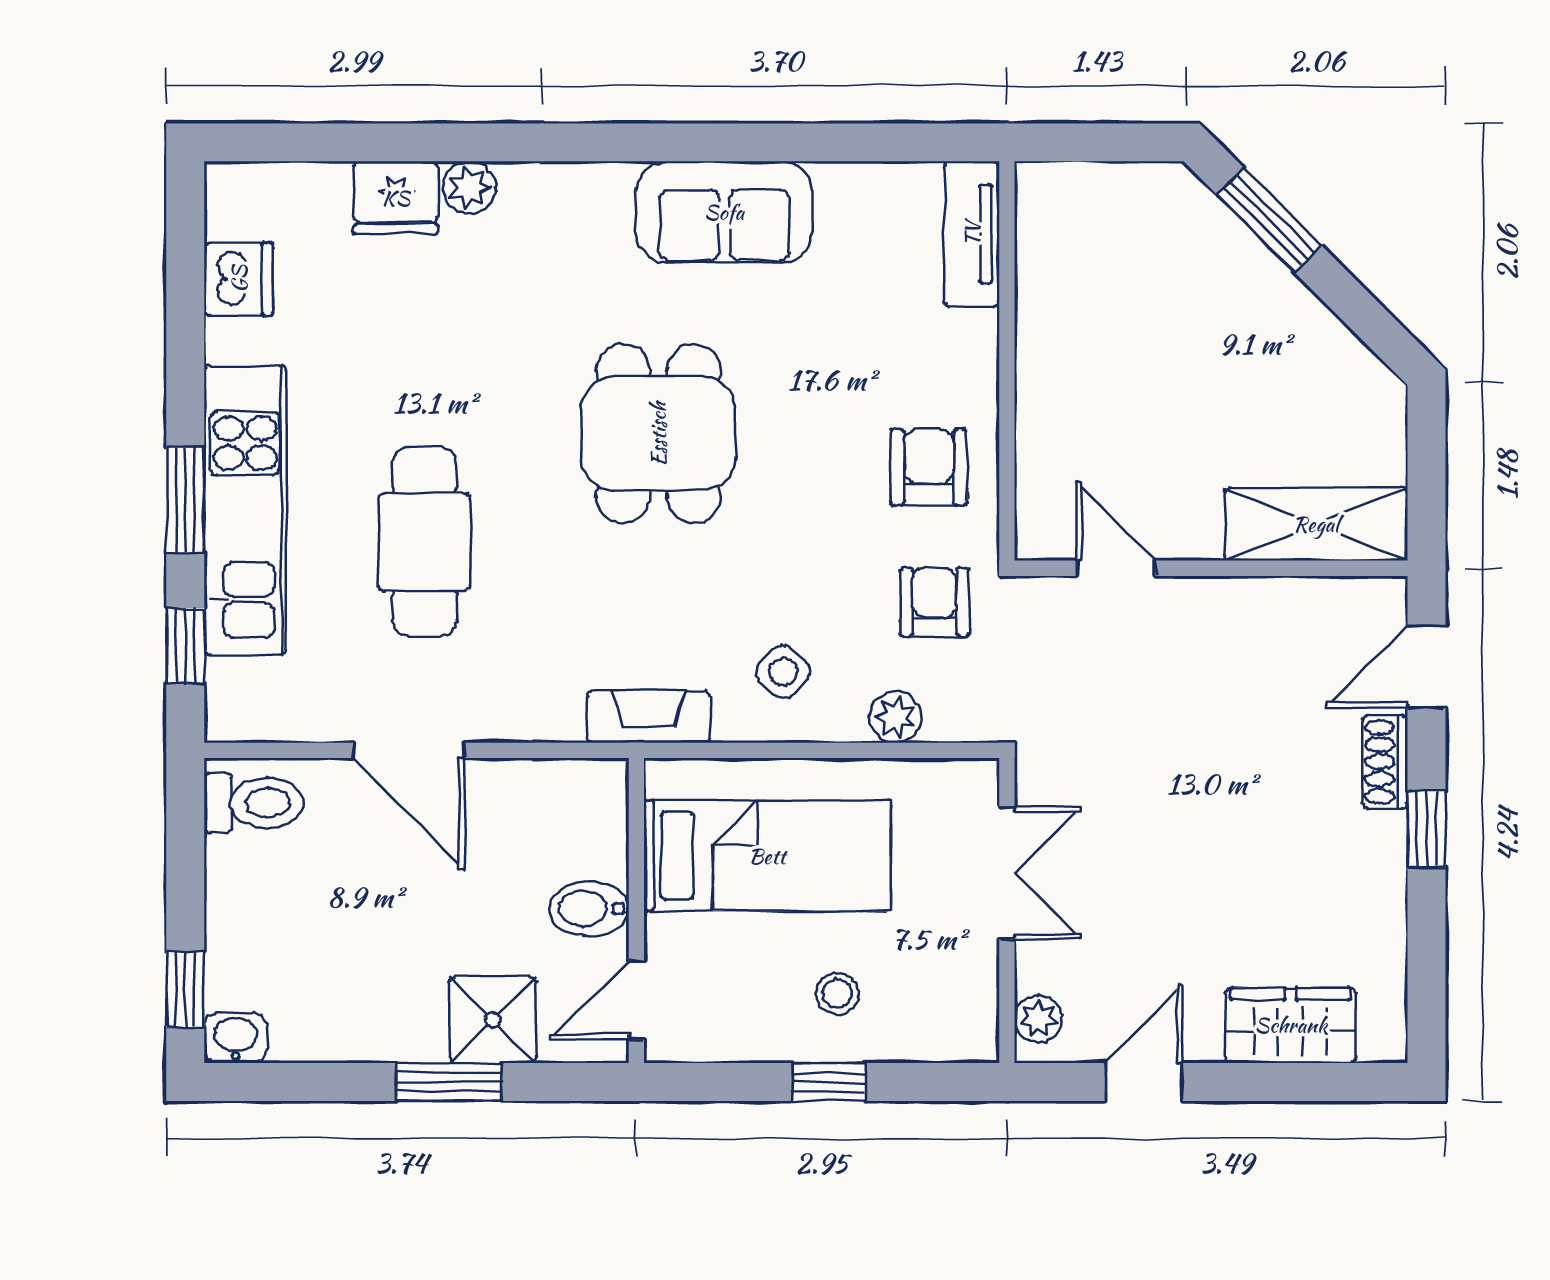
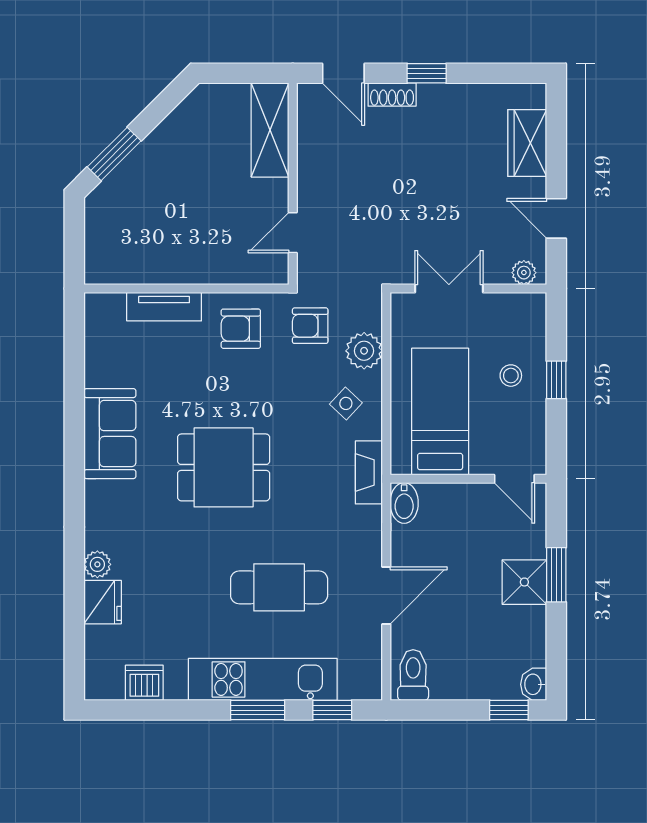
tv unit: (972, 234) -> (164, 307), moved
plant: (895, 717) -> (364, 351), width x1.38, depth x1.38
bidet: (589, 909) -> (404, 503), moved
shower: (493, 1020) -> (524, 582), moved

